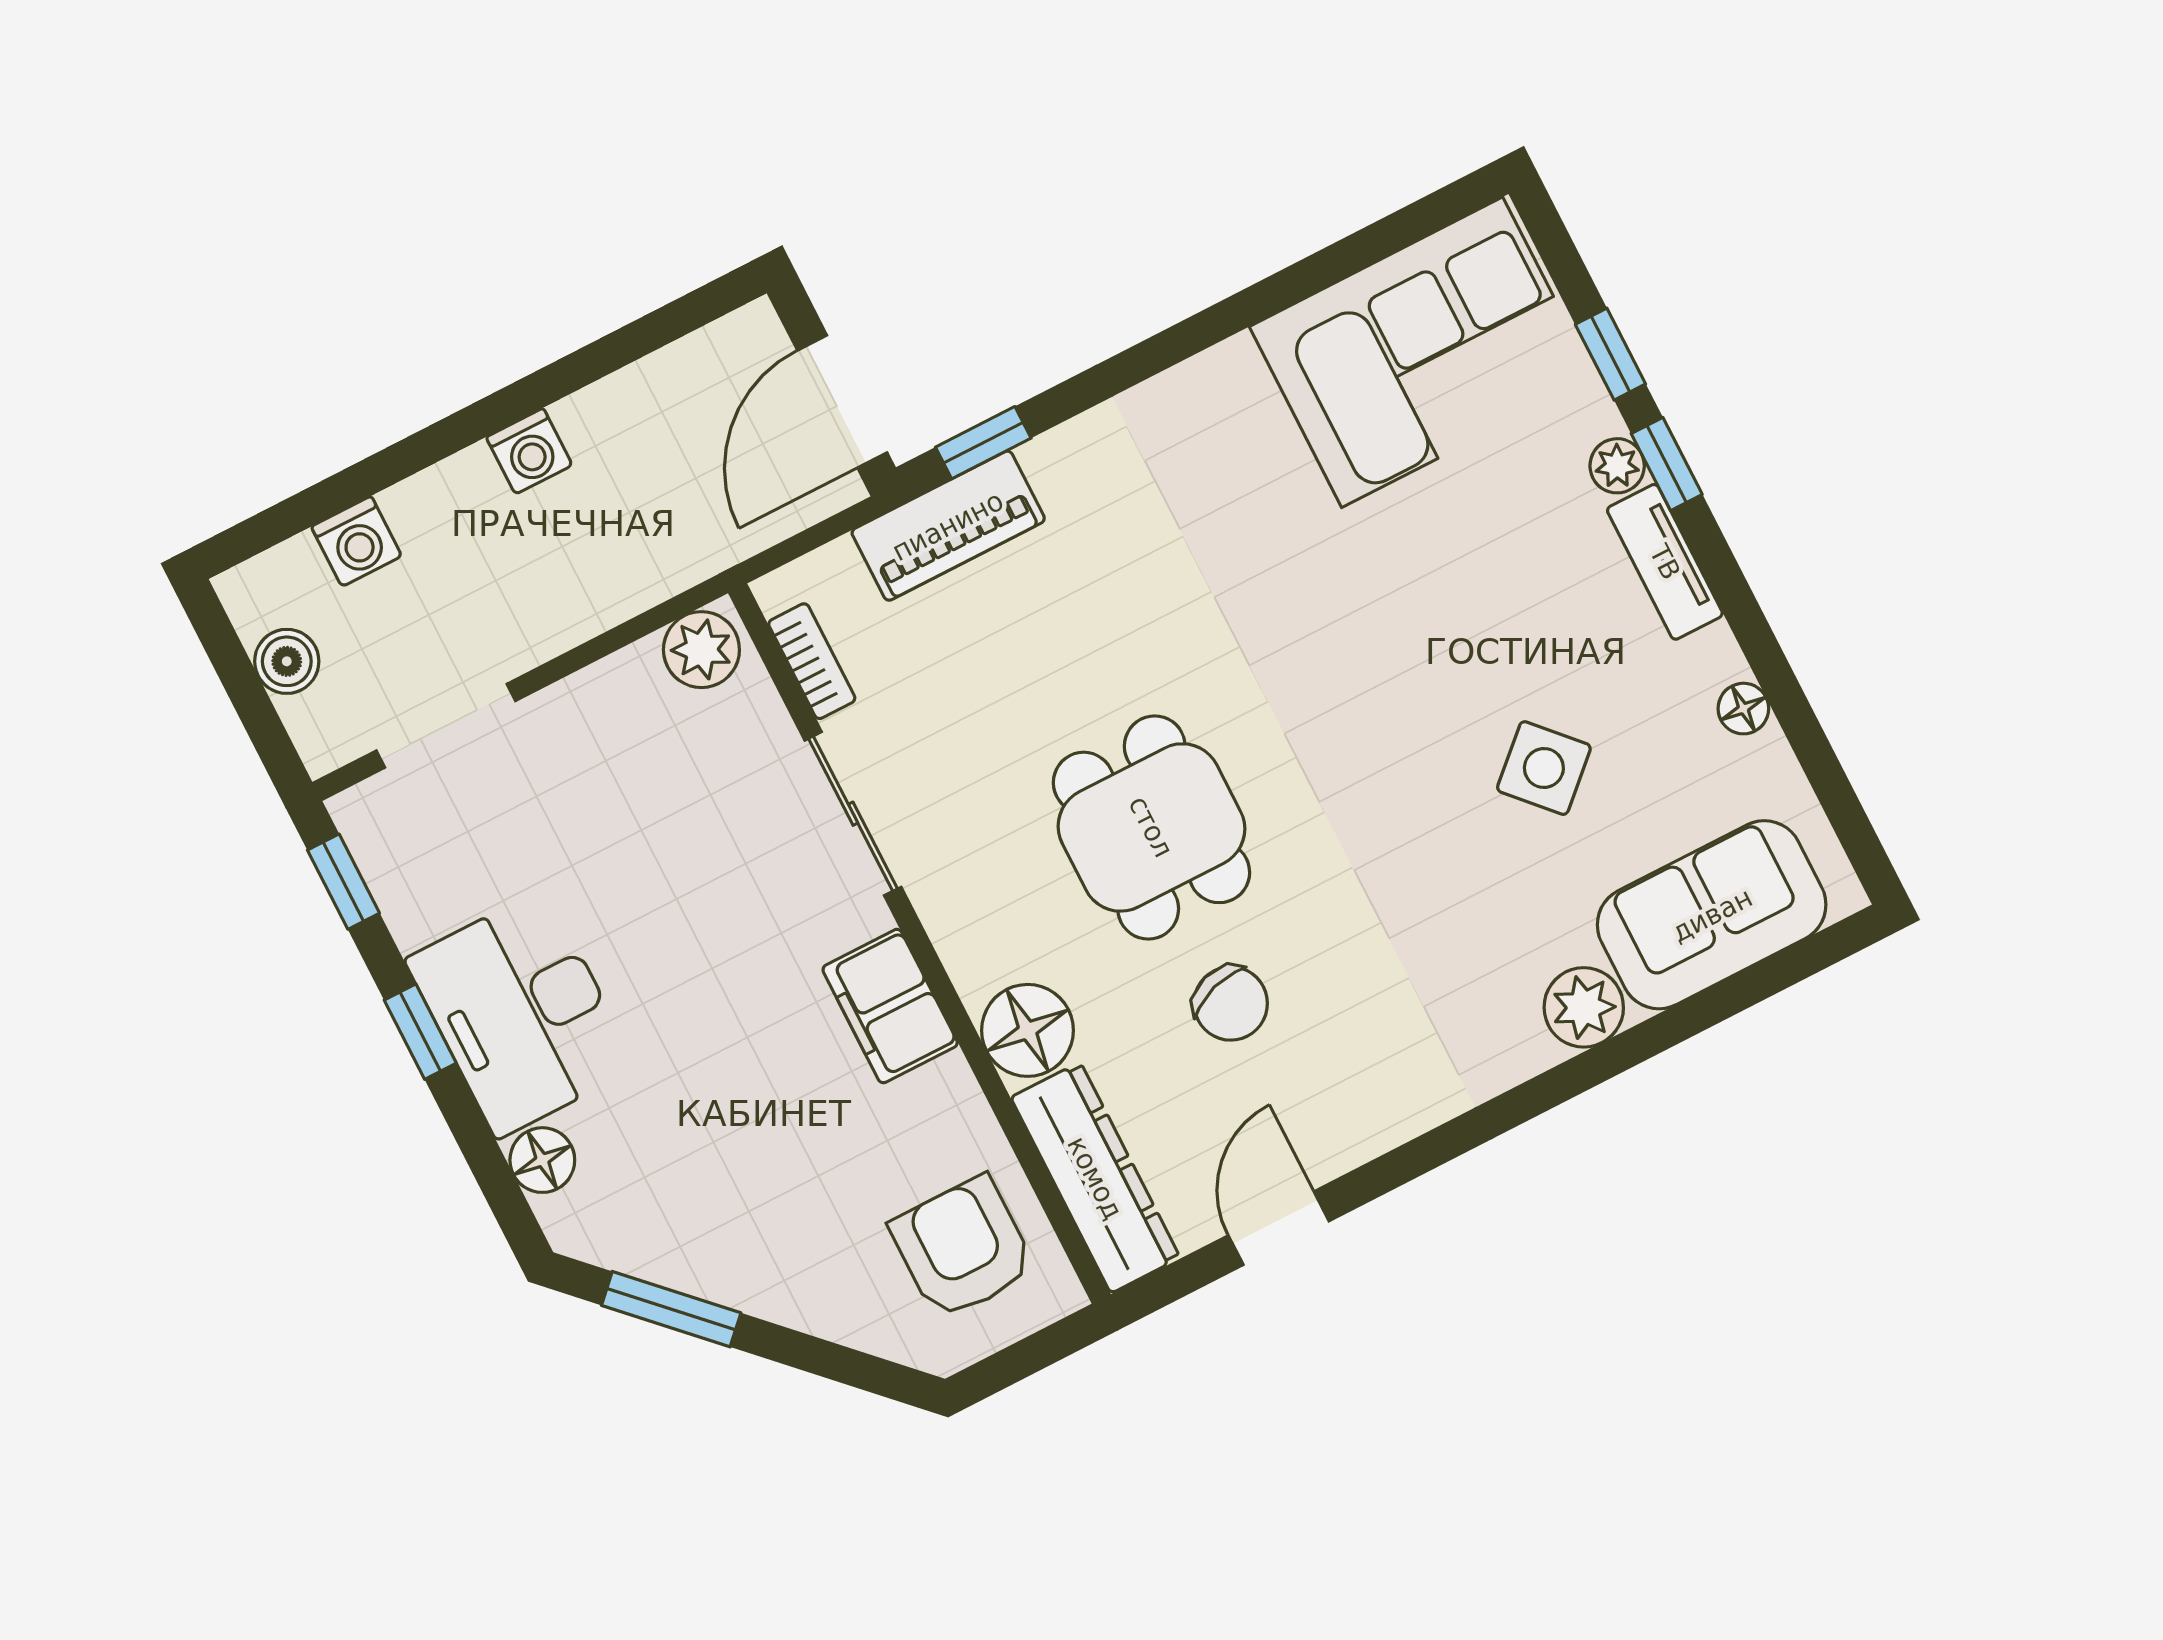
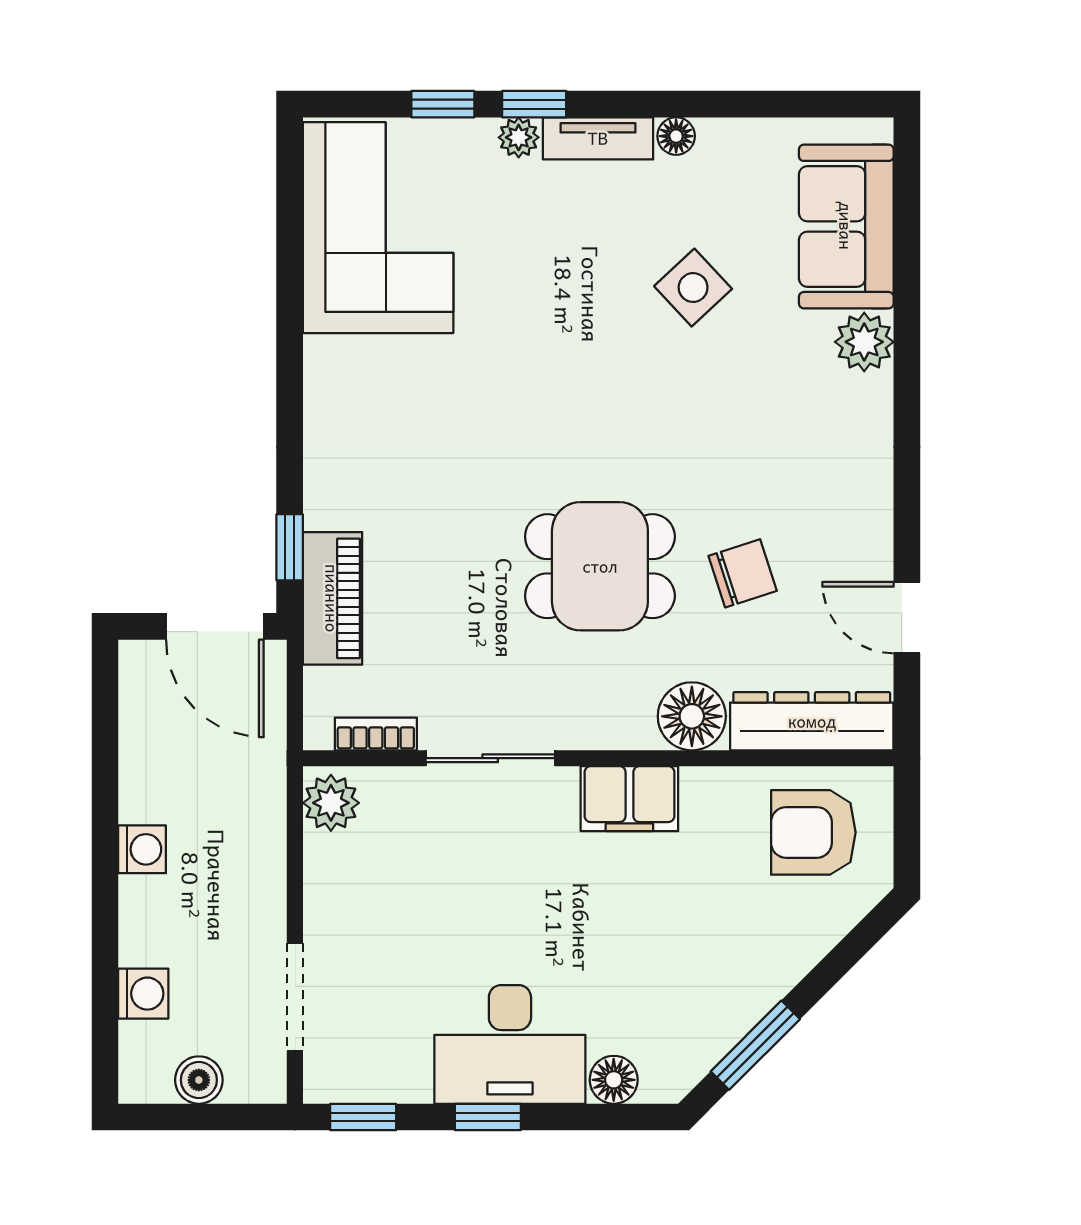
floor lamp: (1743, 709) -> (676, 136), moved

